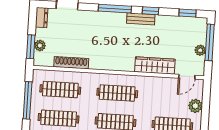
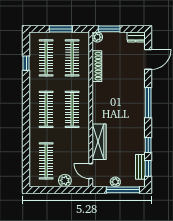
window: (151, 11) -> (148, 145), moved
bench: (141, 19) -> (140, 167), moved
plant: (40, 45) -> (97, 37), moved
window: (28, 100) -> (61, 29), width x0.69

